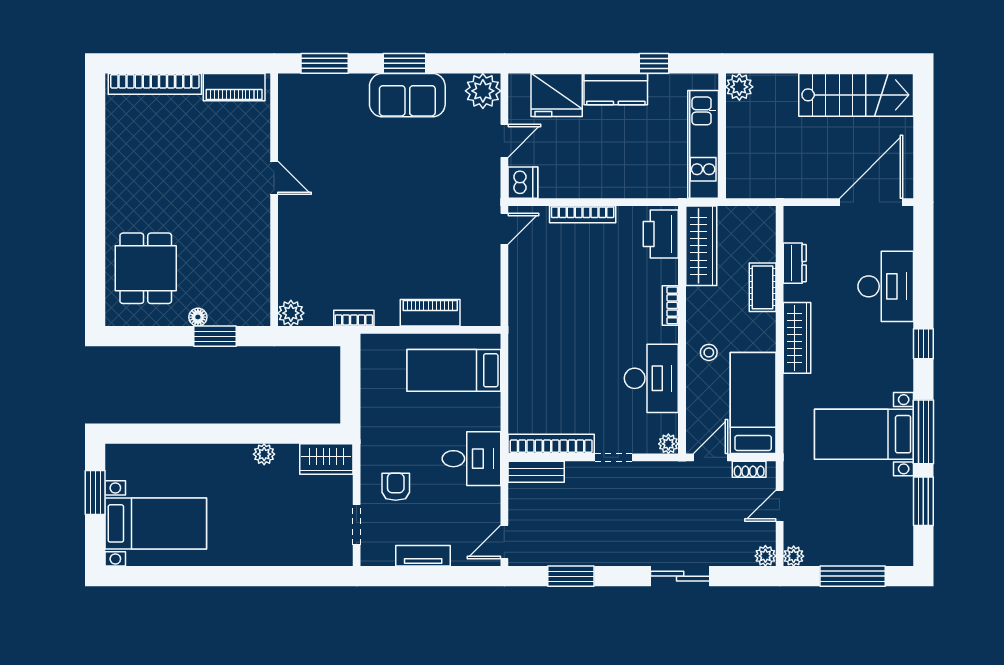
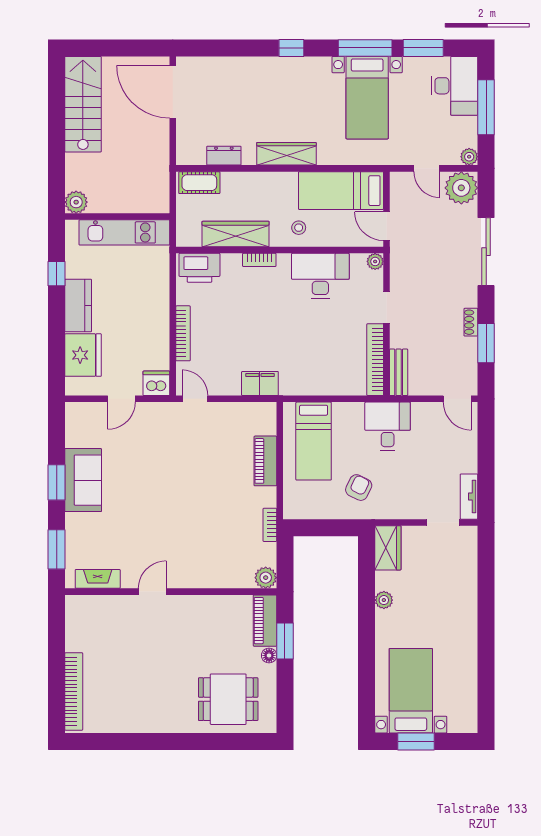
piano: (234, 87) -> (265, 621), moved, turned 180
plant: (483, 91) -> (80, 417), removed
fireplace: (289, 112) -> (98, 579), added
door: (504, 141) -> (121, 399), swing flipped
wardrobe: (701, 246) -> (236, 234), moved
desk: (886, 286) -> (454, 86), moved, turned 90
cot: (763, 287) -> (199, 183), moved
filing cabinet: (523, 306) -> (260, 384), added
shoe rack: (749, 469) -> (471, 322), moved, turned 180
armchair: (396, 487) -> (359, 488), moved, turned 116
bed with nightstands: (156, 523) -> (411, 691), moved
tv unit: (423, 556) -> (469, 497), moved
plant: (765, 556) -> (461, 188), width x1.88, depth x1.88
sliding door: (680, 576) -> (486, 252), width x1.37

